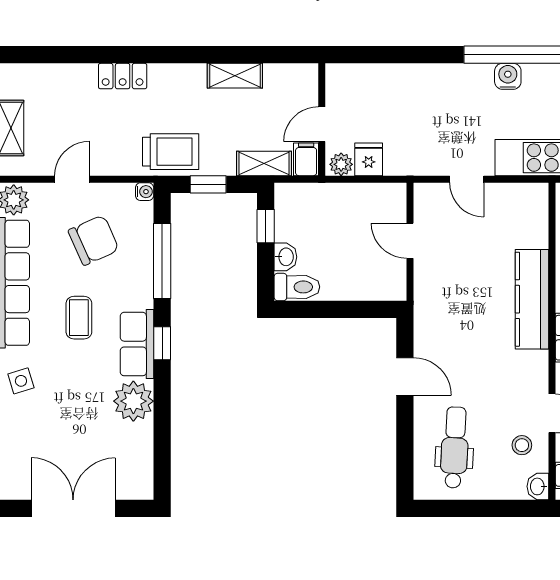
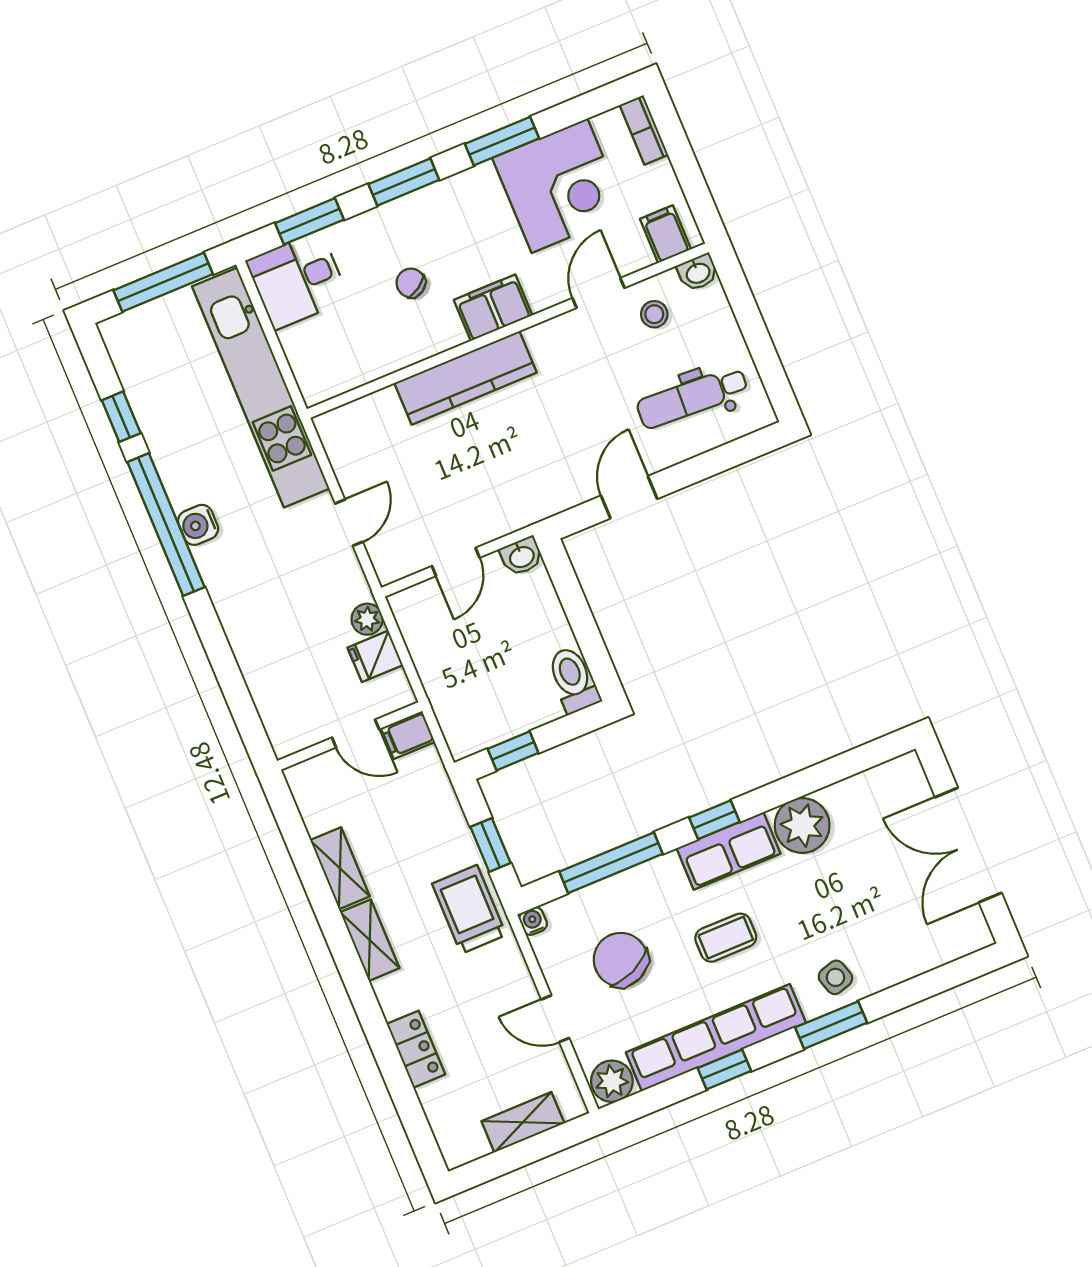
locker: (123, 76) -> (416, 1049), moved
shelving: (264, 163) -> (370, 940), moved
plant: (341, 164) -> (367, 619), moved
washbasin: (285, 257) -> (522, 556), moved, turned 180

